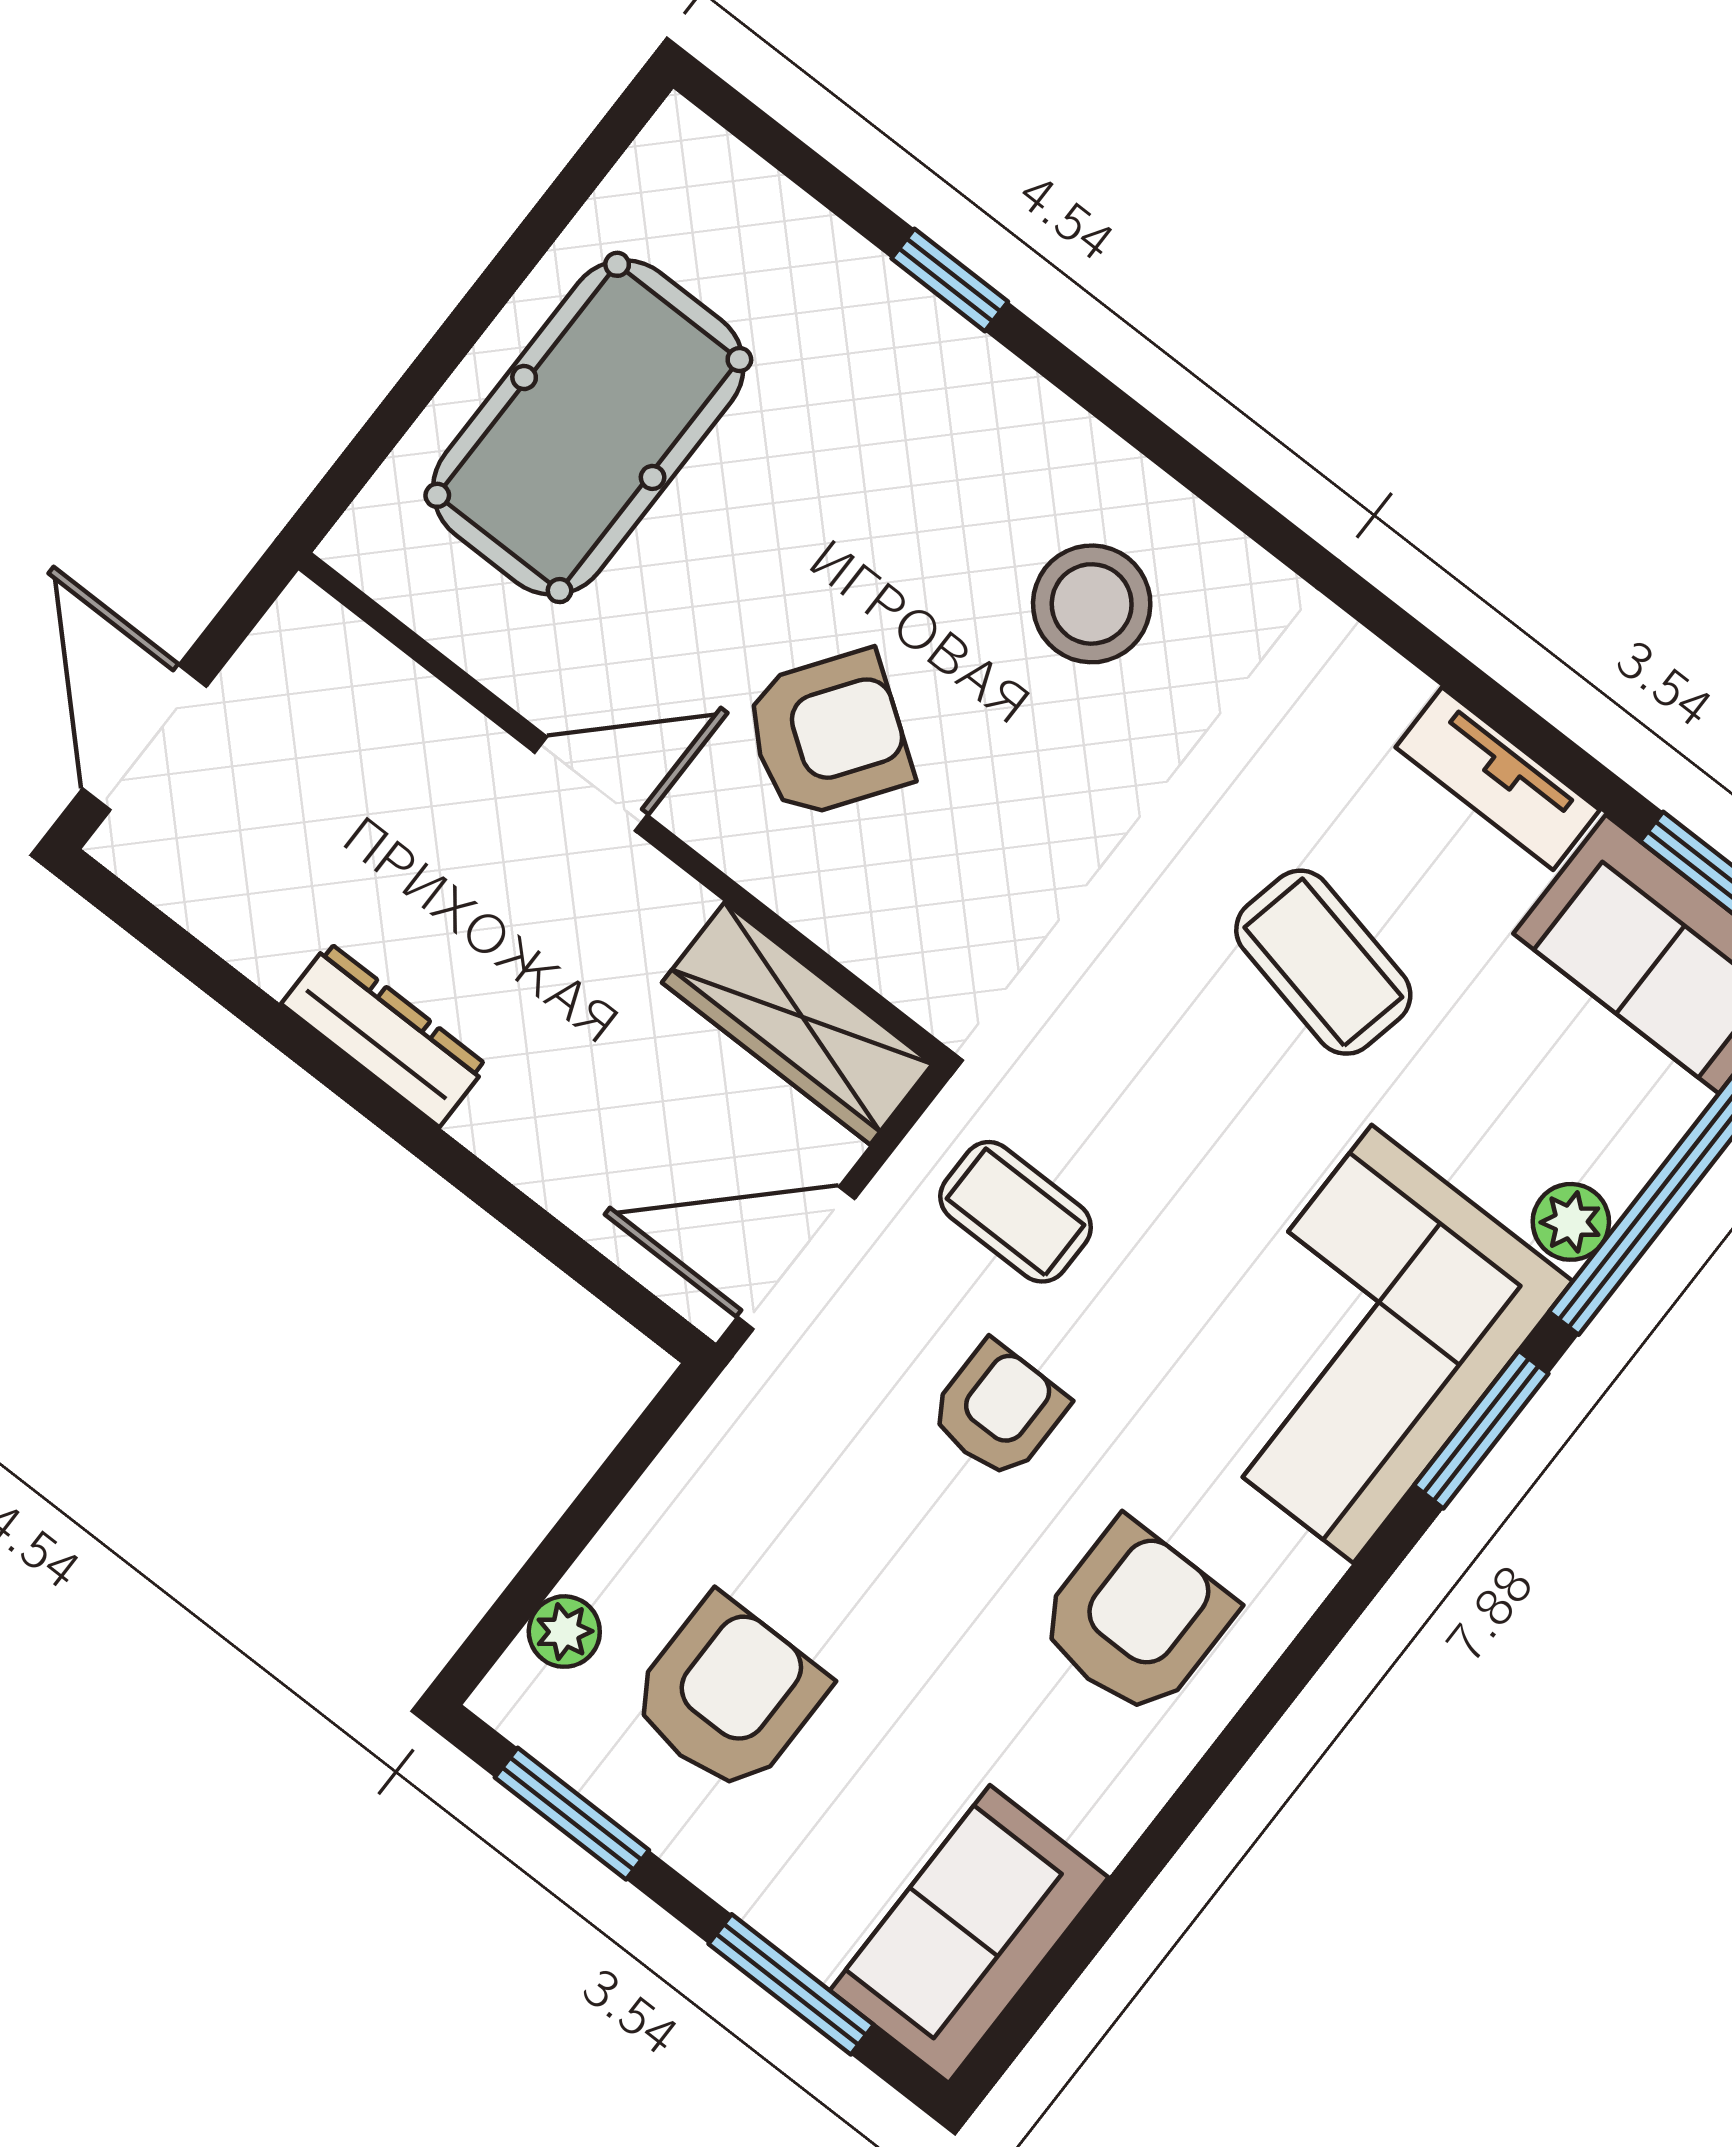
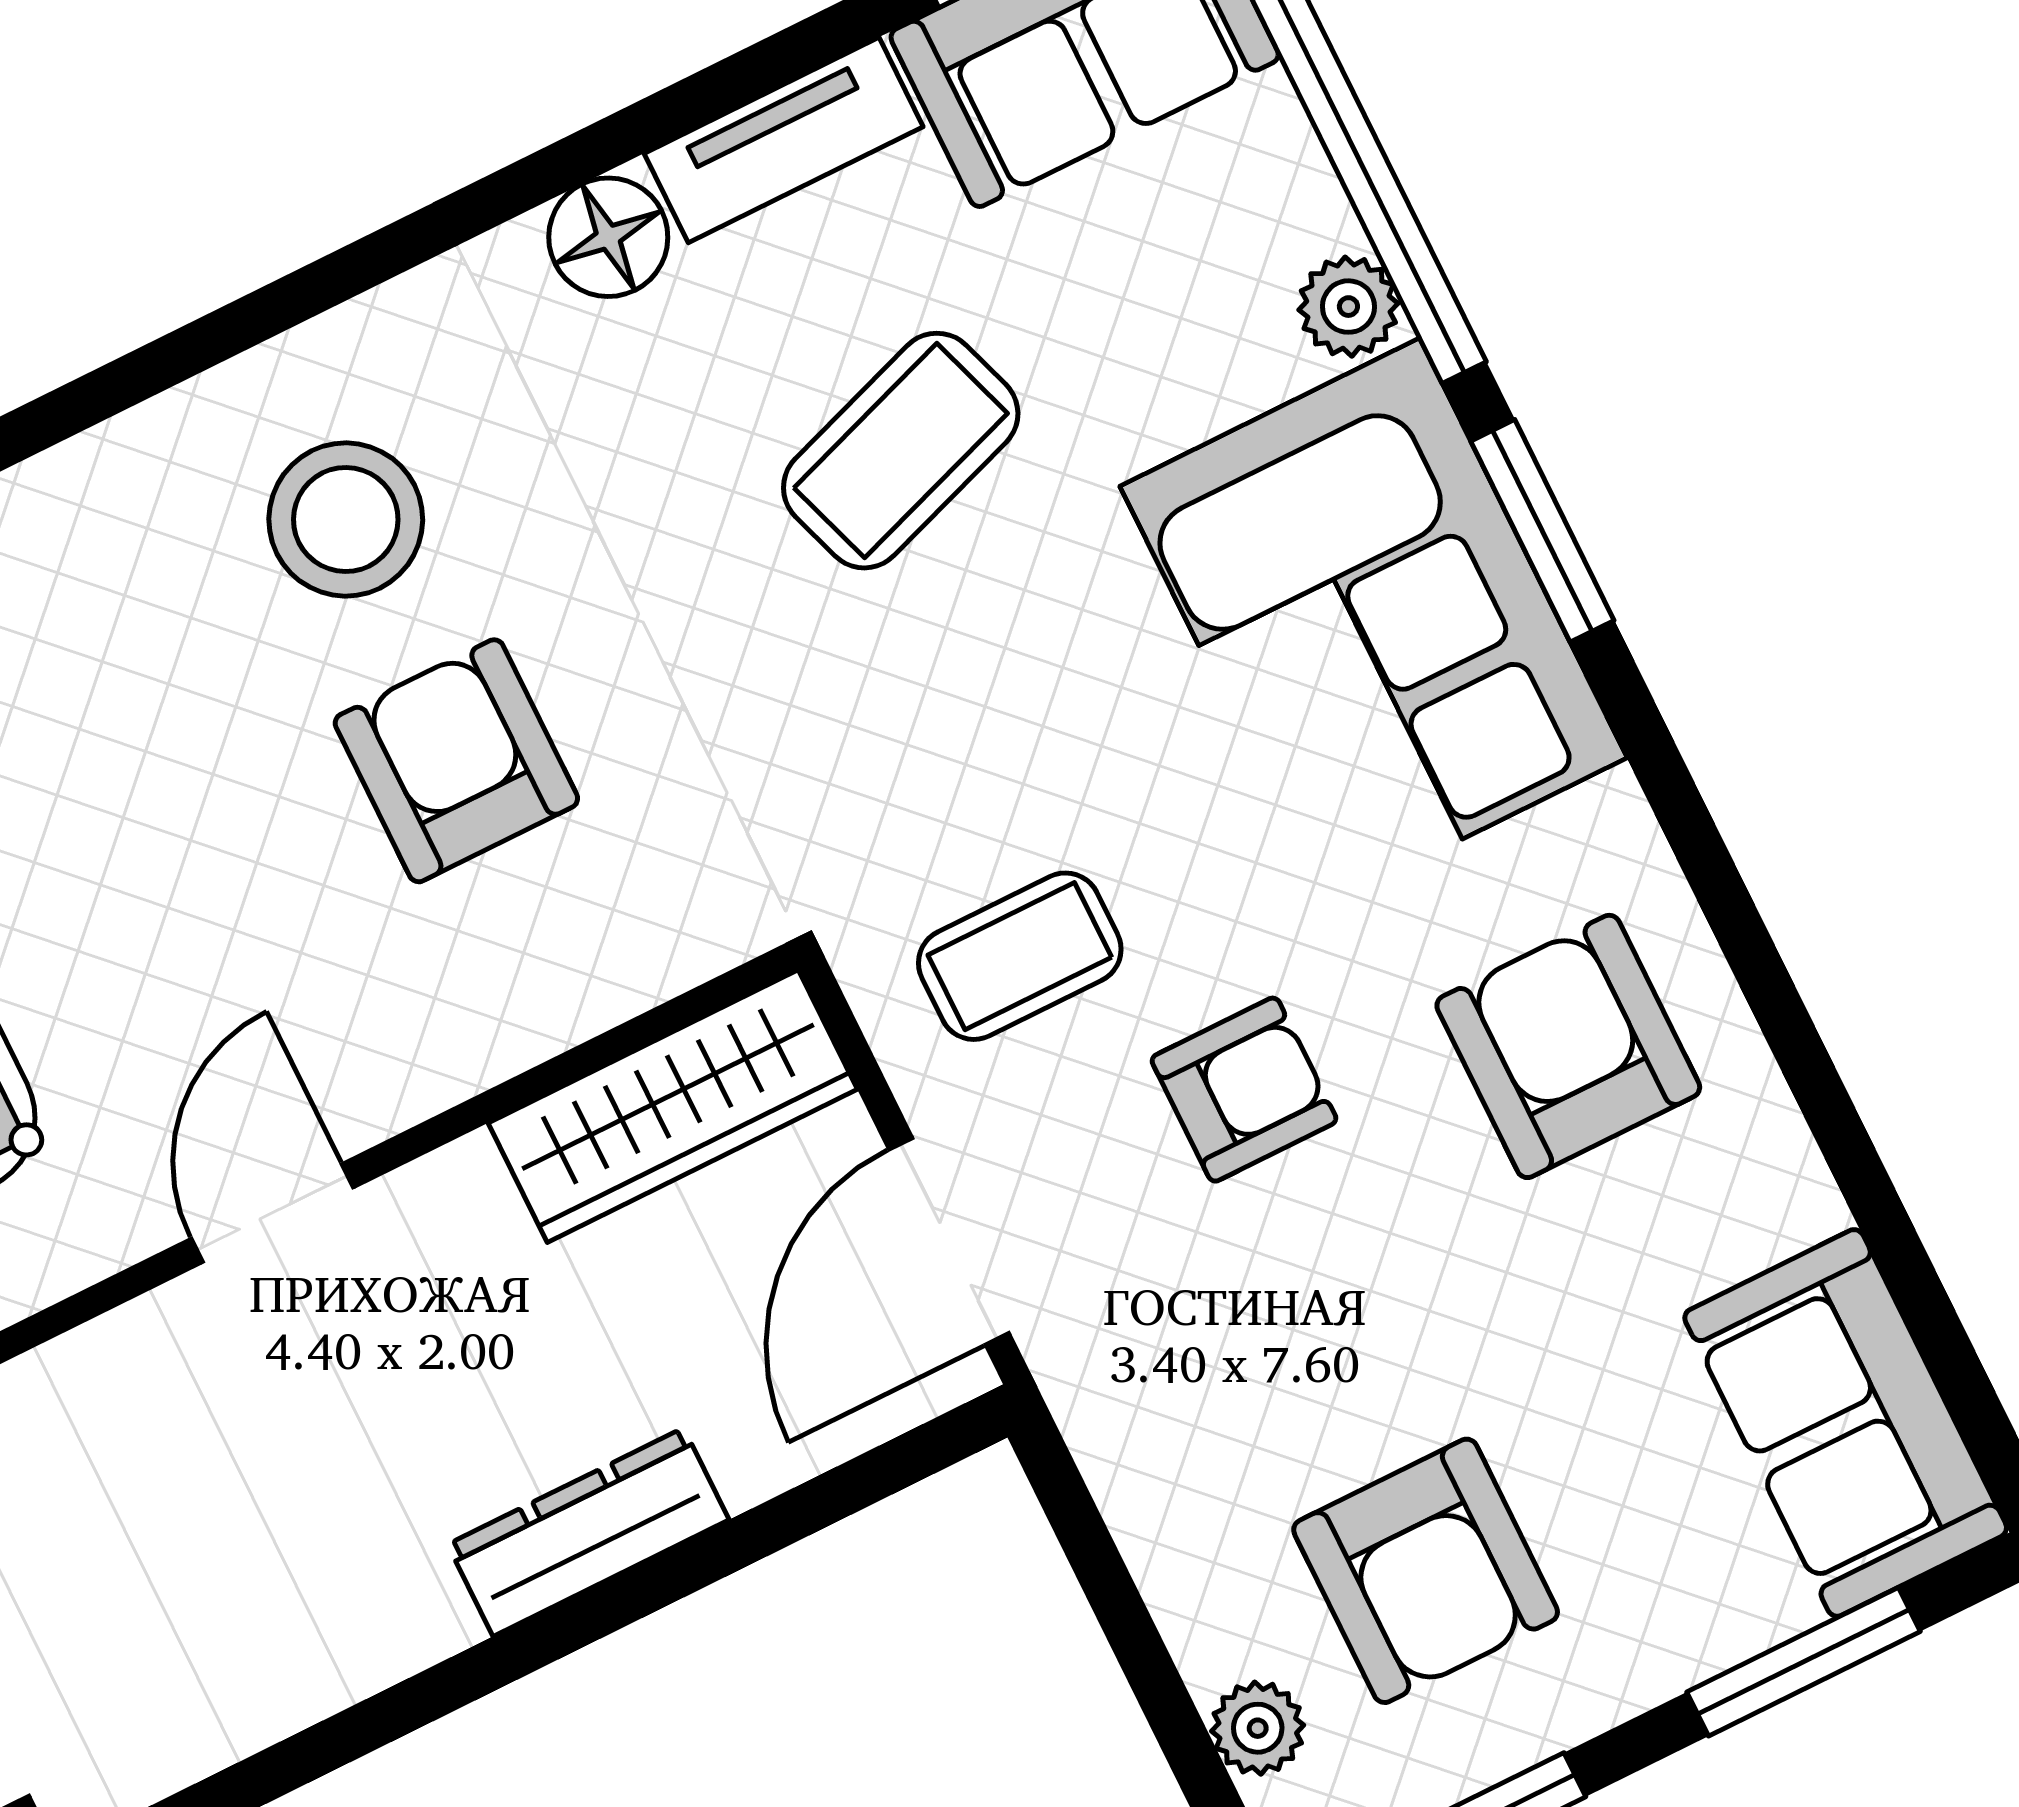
floor lamp: (1373, 691) -> (608, 237), added
armchair: (828, 734) -> (456, 761), moved, turned -35
coffee table: (1323, 962) -> (901, 451), turned -31
dresser: (384, 1035) -> (588, 1532), moved
armchair: (998, 1410) -> (1244, 1090), turned 90
armchair: (728, 1695) -> (1426, 1571), turned 180

